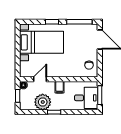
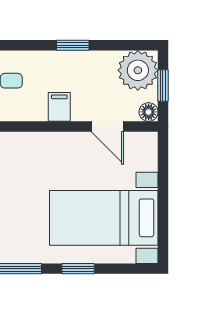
door: (40, 79) -> (107, 126), hinge flipped
plant: (43, 102) -> (138, 70), moved

